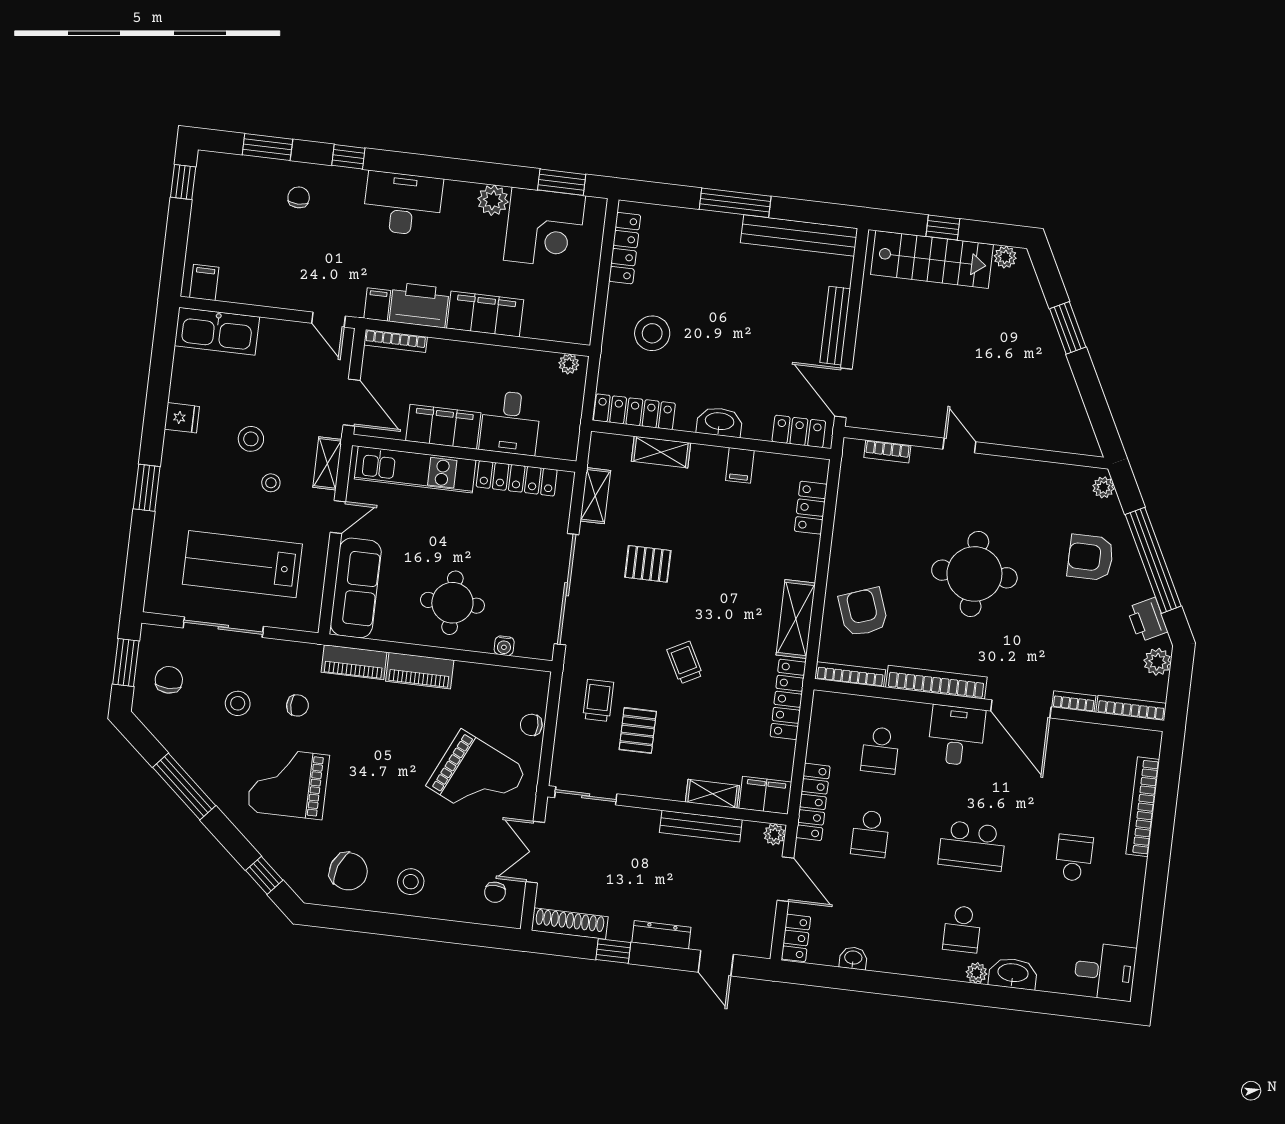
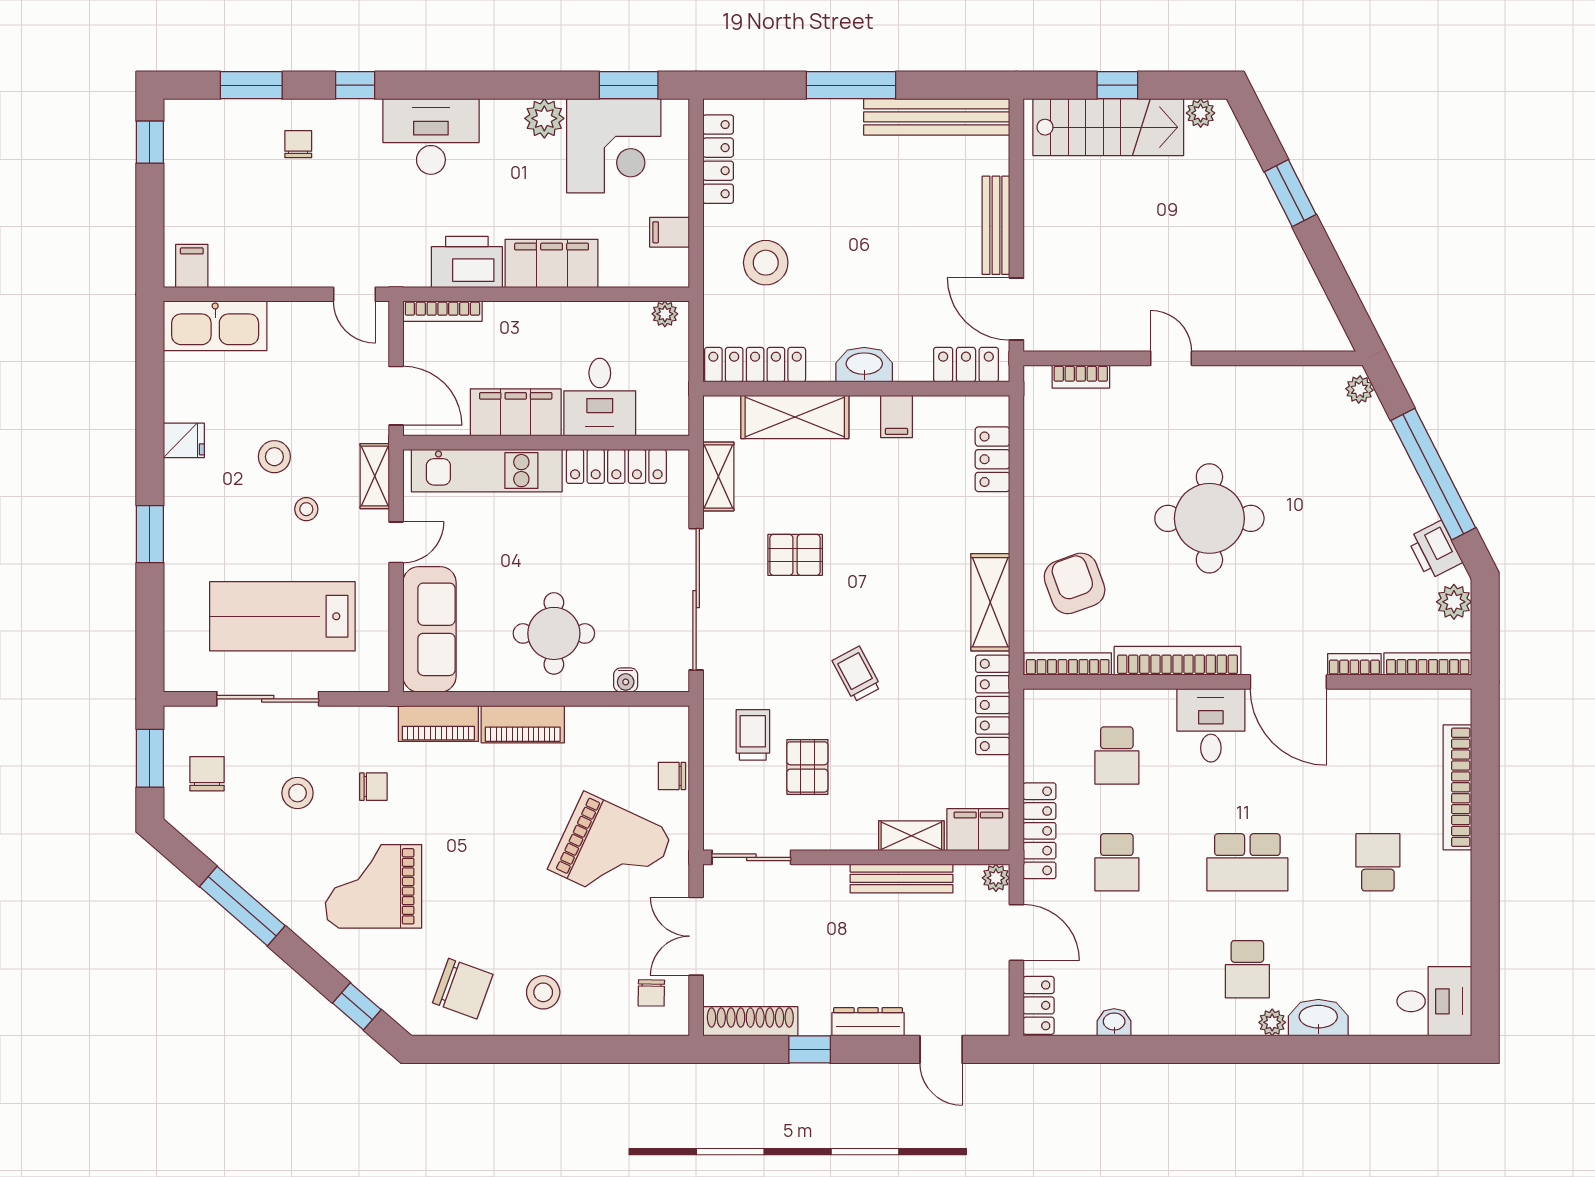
filing cabinet: (377, 304) -> (670, 232), moved, turned -90
shelving: (661, 452) -> (795, 417), width x1.50, depth x1.33
armchair: (1090, 557) -> (1354, 480), removed

